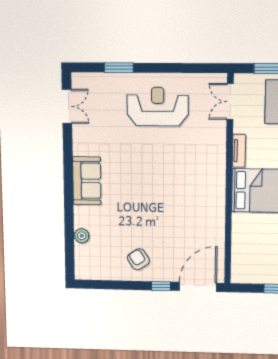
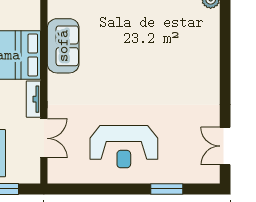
double door: (230, 102) -> (44, 138), moved
sofa: (87, 181) -> (63, 46), moved, turned 180

